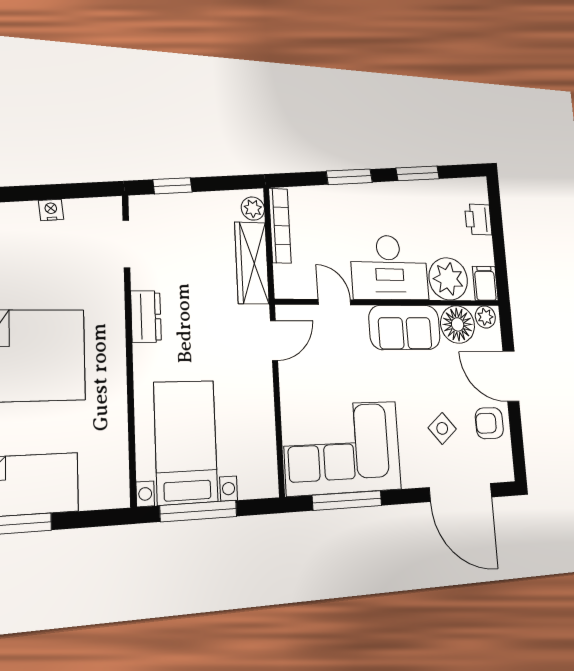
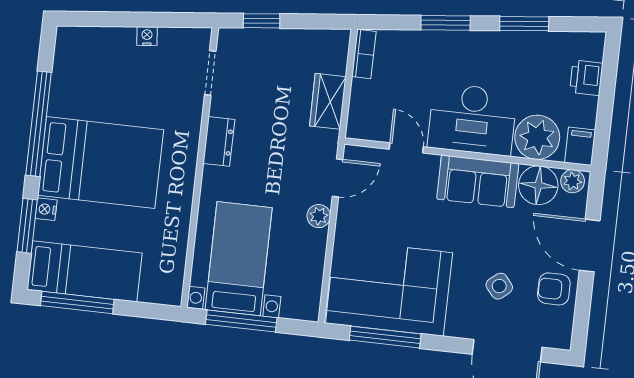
plant: (253, 209) -> (319, 216), moved
bookcase: (280, 226) -> (364, 54), width x0.64
wardrobe: (252, 263) -> (328, 101), width x0.67

